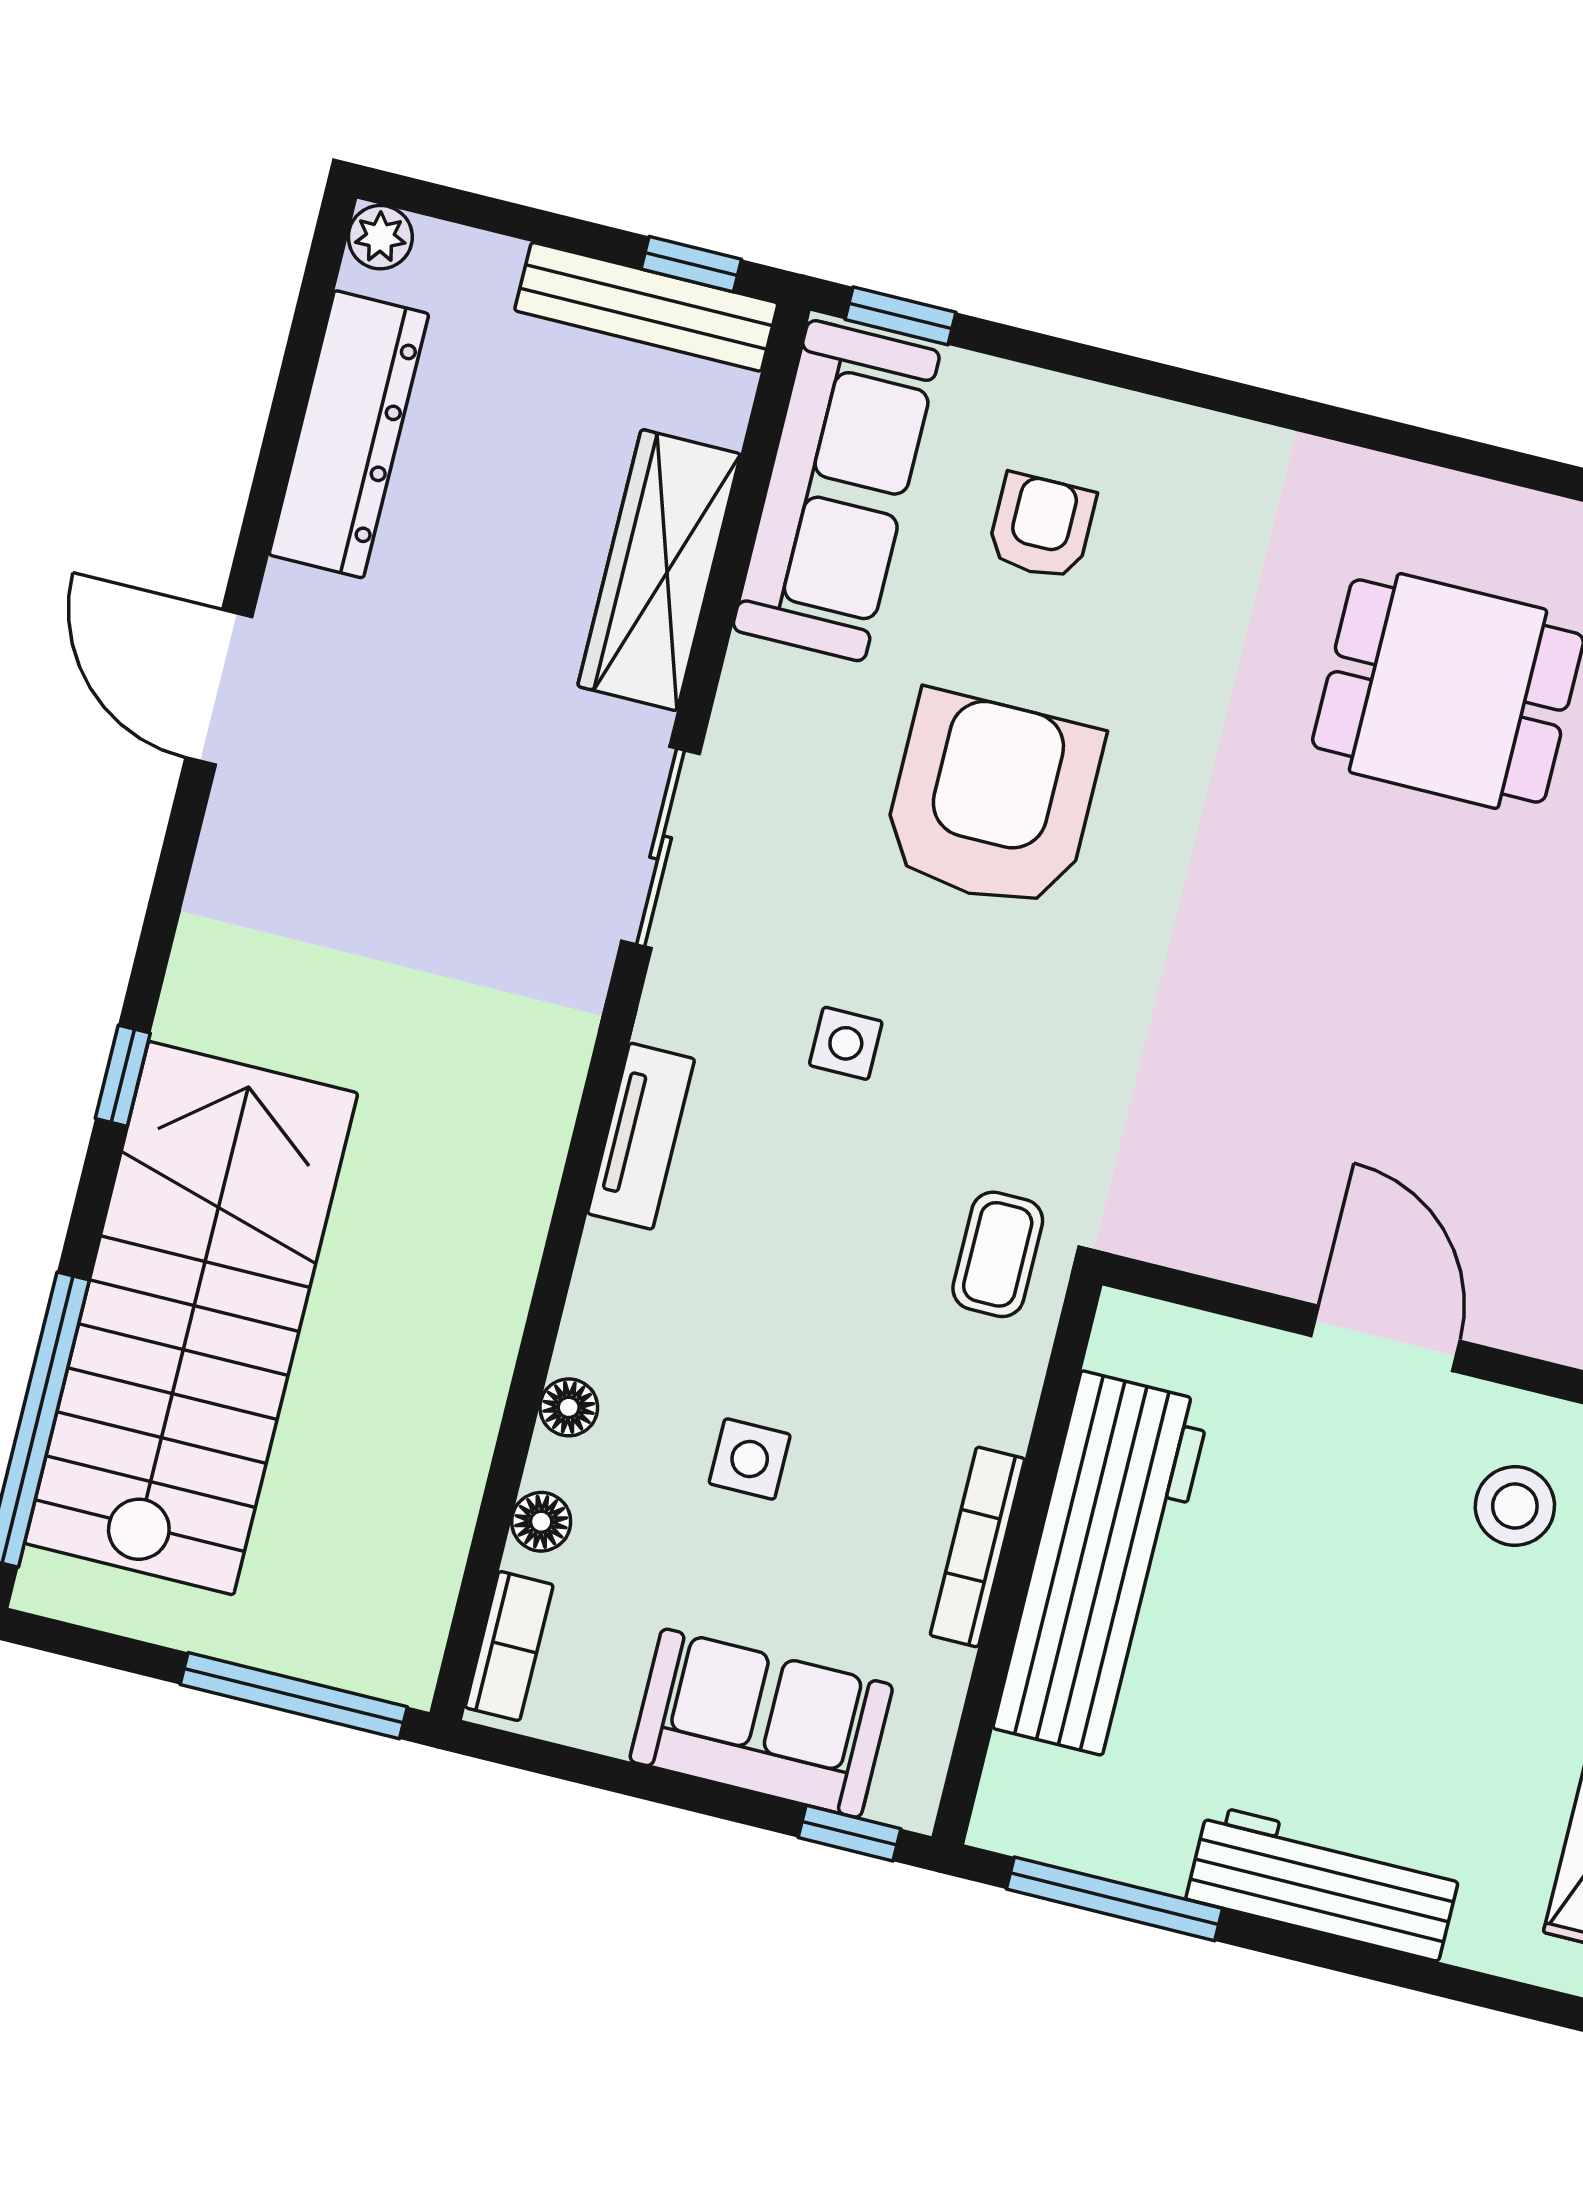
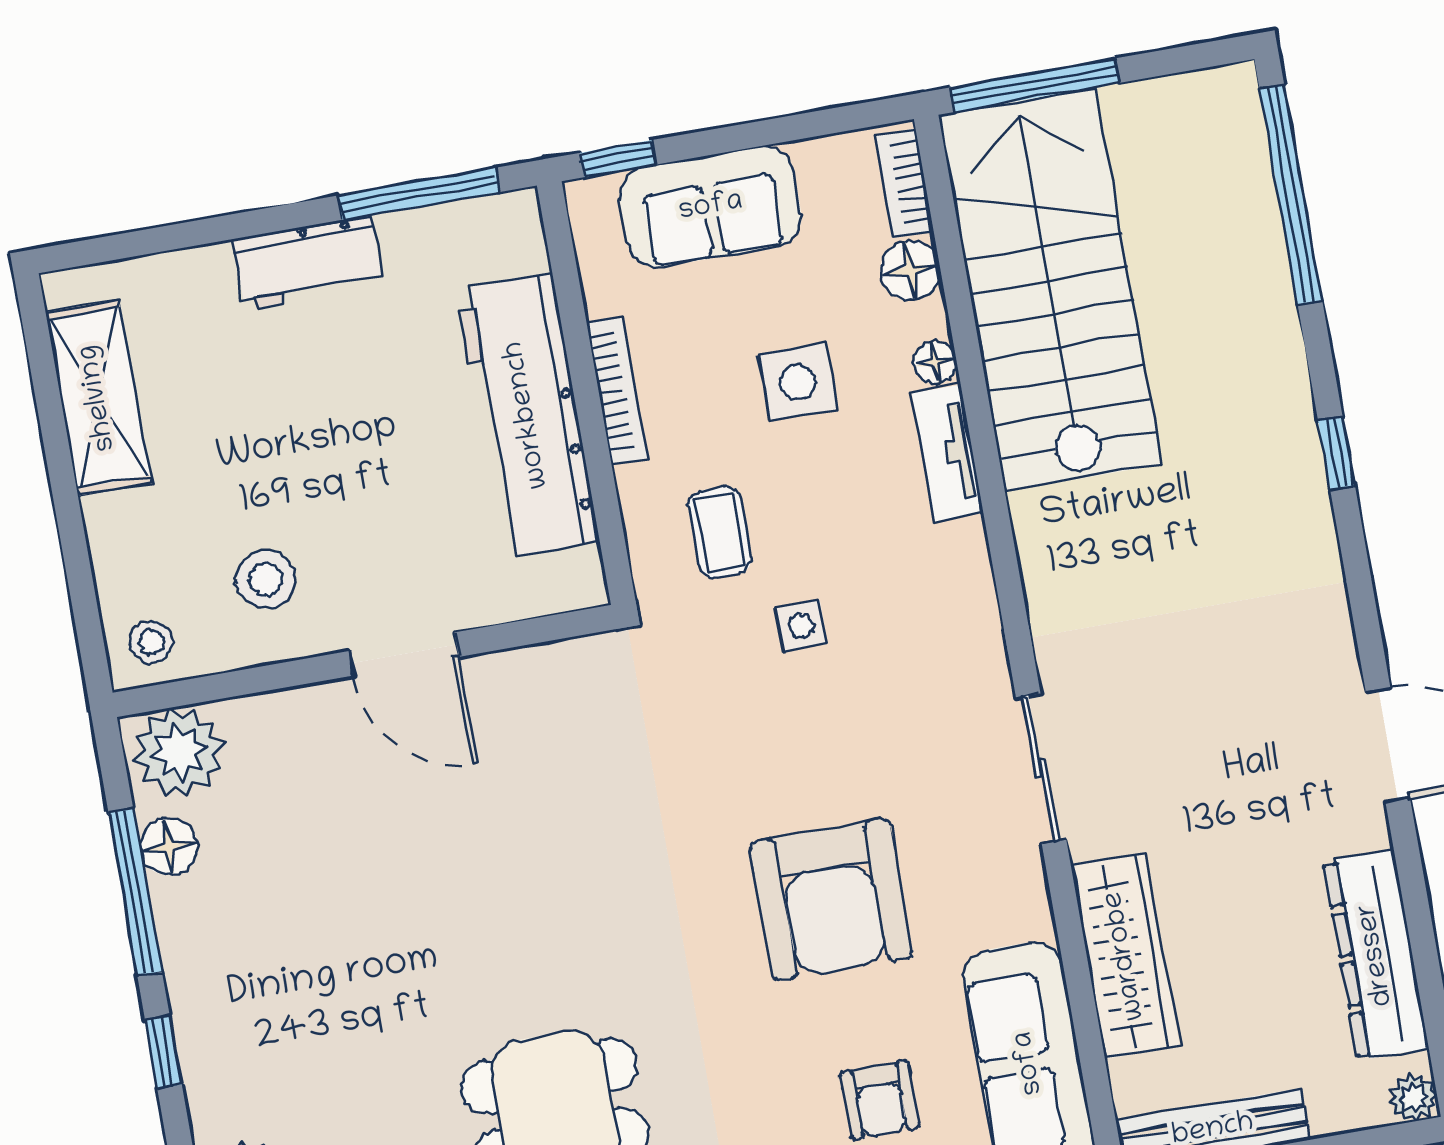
side table: (846, 1043) -> (801, 626), moved
tv unit: (641, 1136) -> (948, 453), moved
coffee table: (998, 1254) -> (720, 532), moved
stairs: (191, 1318) -> (1050, 289), moved, turned 180
side table: (750, 1459) -> (798, 382), width x1.37, depth x1.37
floor lamp: (541, 1522) -> (910, 270), width x1.37, depth x1.37
workbench: (1324, 1883) -> (308, 263), width x0.73

